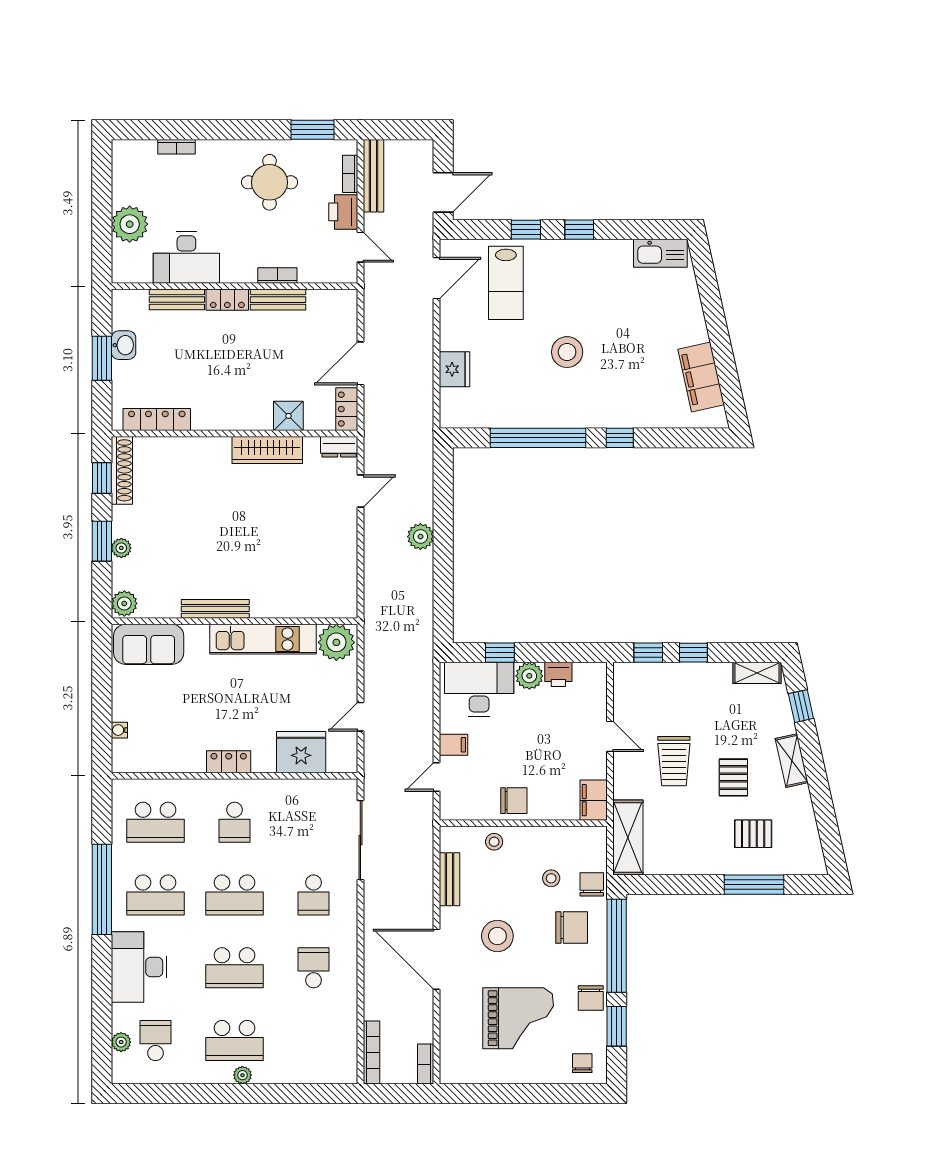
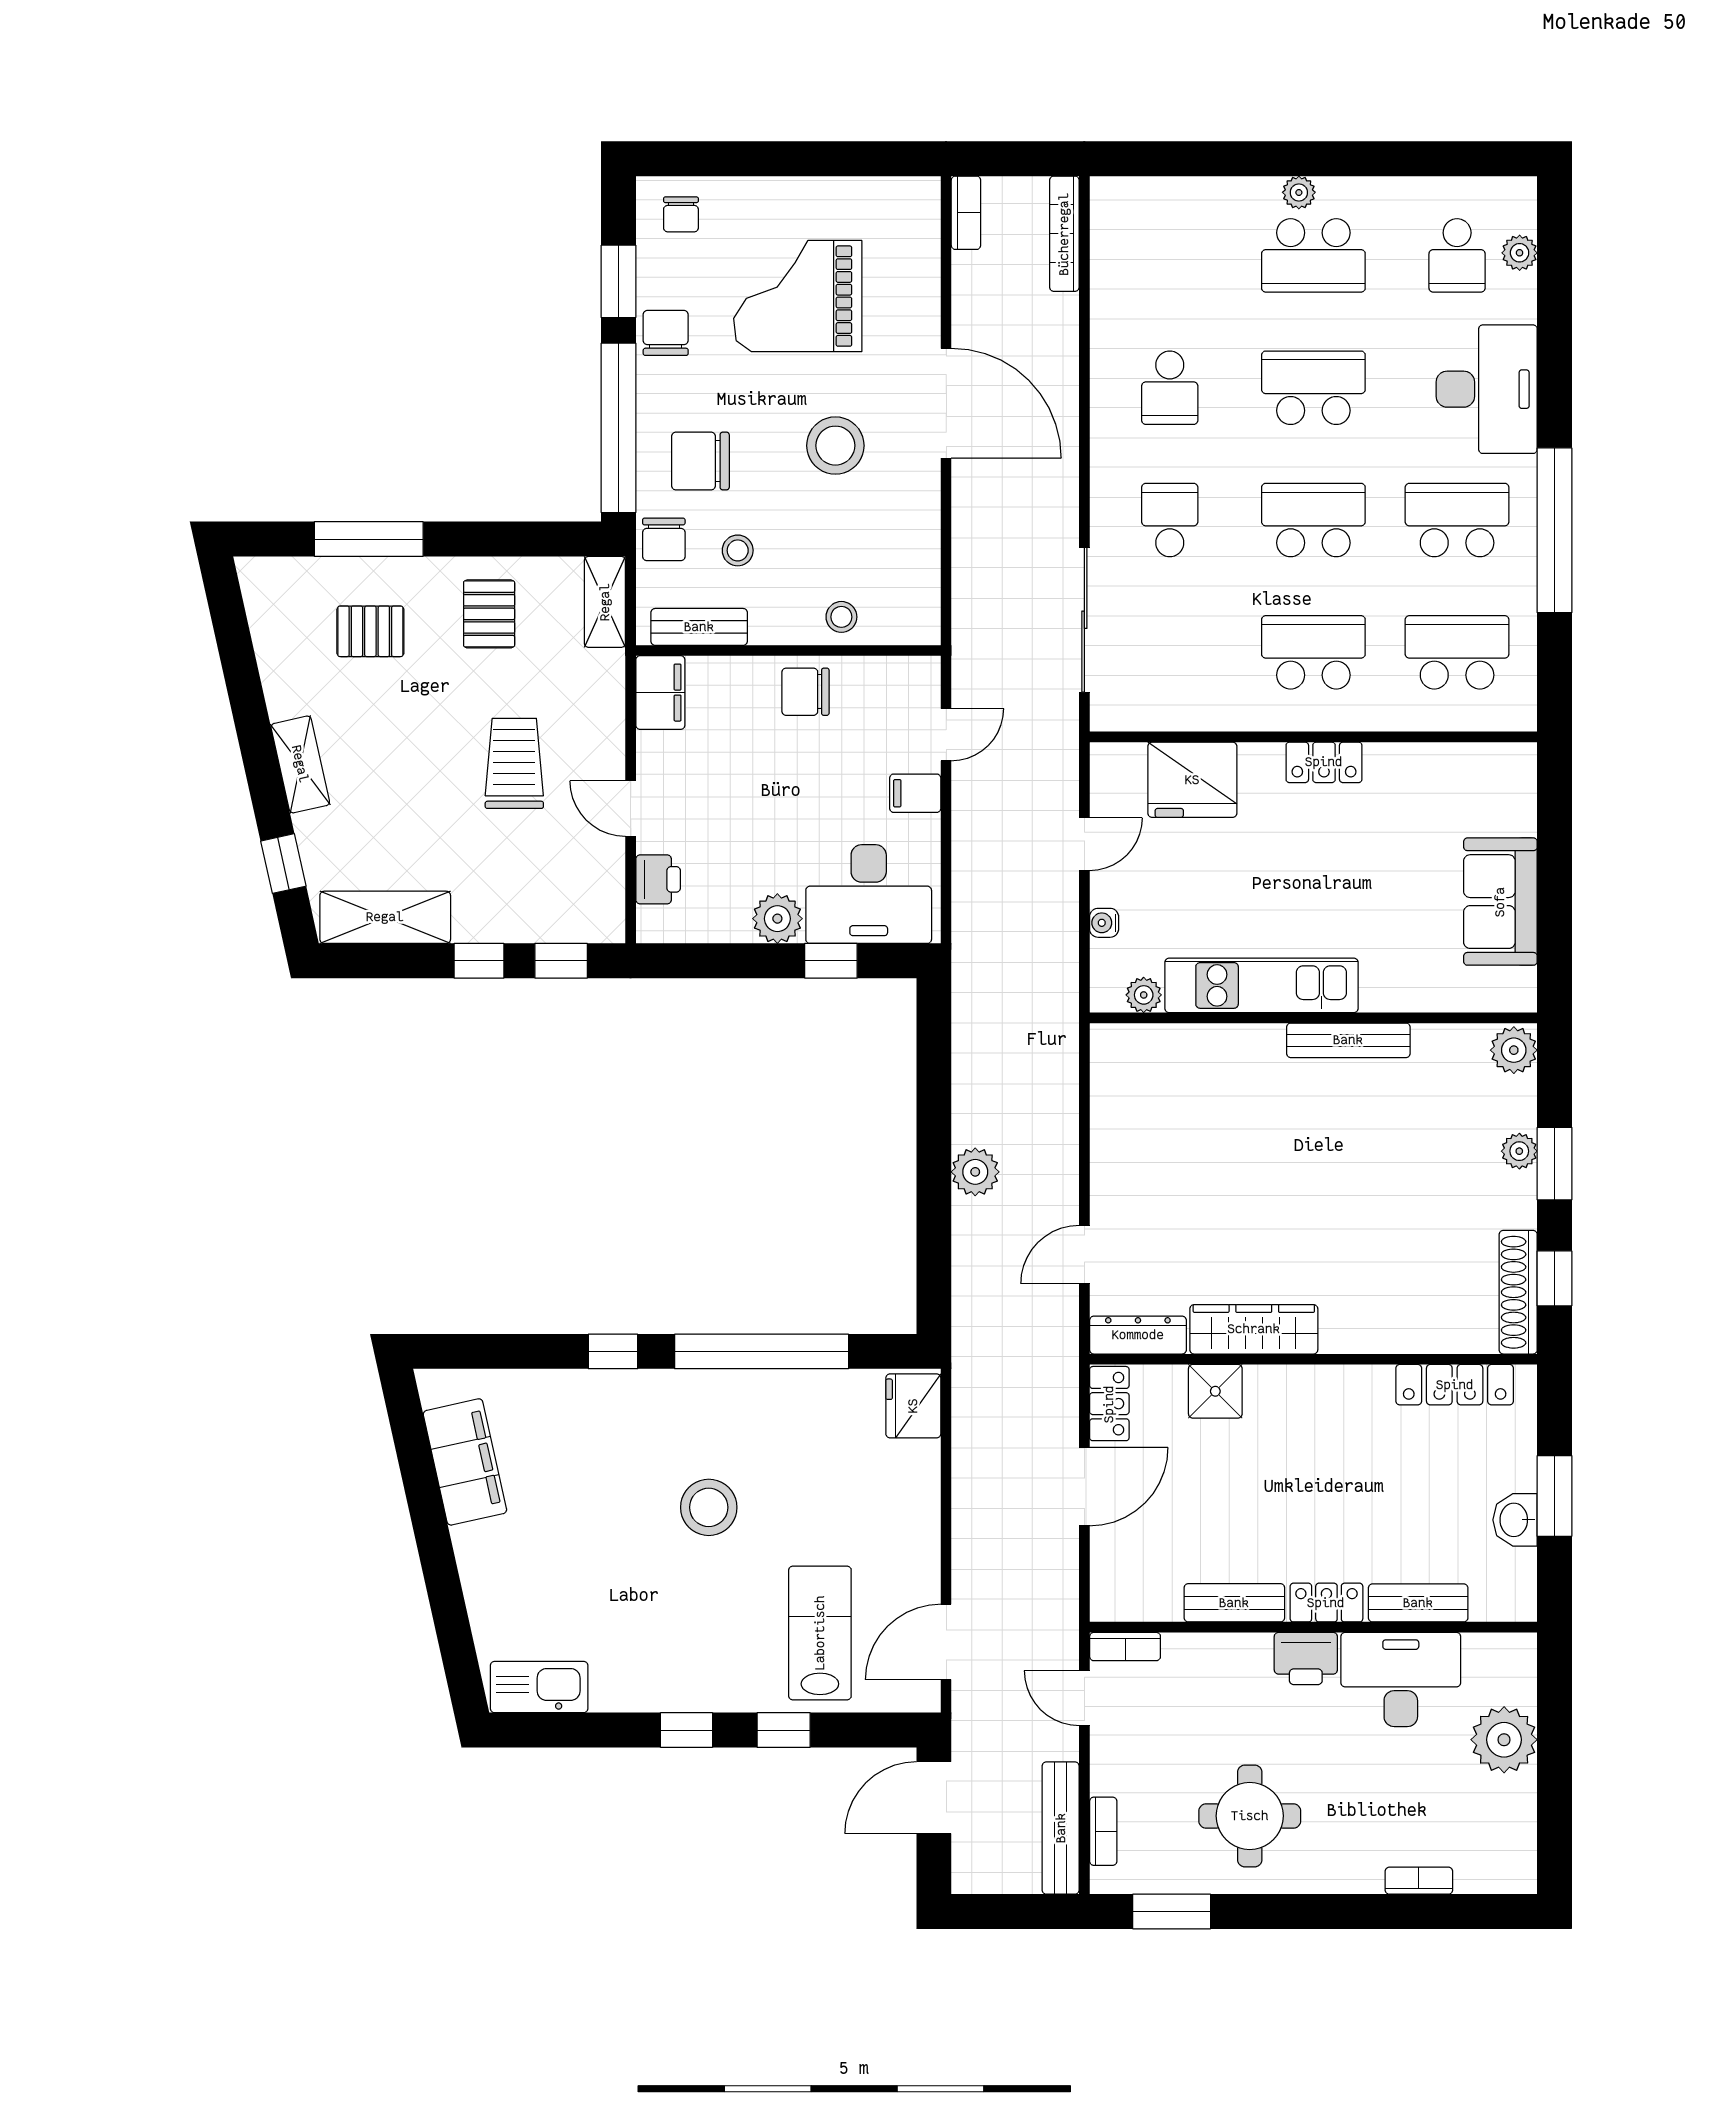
printer: (343, 212) -> (1306, 1658), moved, turned 90
bookcase: (277, 275) -> (1125, 1647), moved
fridge: (455, 369) -> (913, 1406), moved
dresser: (339, 447) -> (1138, 1335), width x1.44
plant: (336, 642) -> (1144, 995), width x0.53, depth x0.53
sofa: (149, 644) -> (1500, 902), moved, turned -90
shelving: (757, 673) -> (385, 917), width x1.50, depth x1.33
printer: (558, 674) -> (658, 879), moved, turned 90
water cooler: (119, 730) -> (1104, 923), moved, turned 180
pallet: (733, 777) -> (489, 614), moved
school desk: (235, 822) -> (1313, 652), width x1.85
shelving: (628, 837) -> (605, 602), width x0.67, depth x0.75
bench: (450, 879) -> (699, 627), moved, turned 90
school desk: (235, 1041) -> (1313, 255), turned 180

